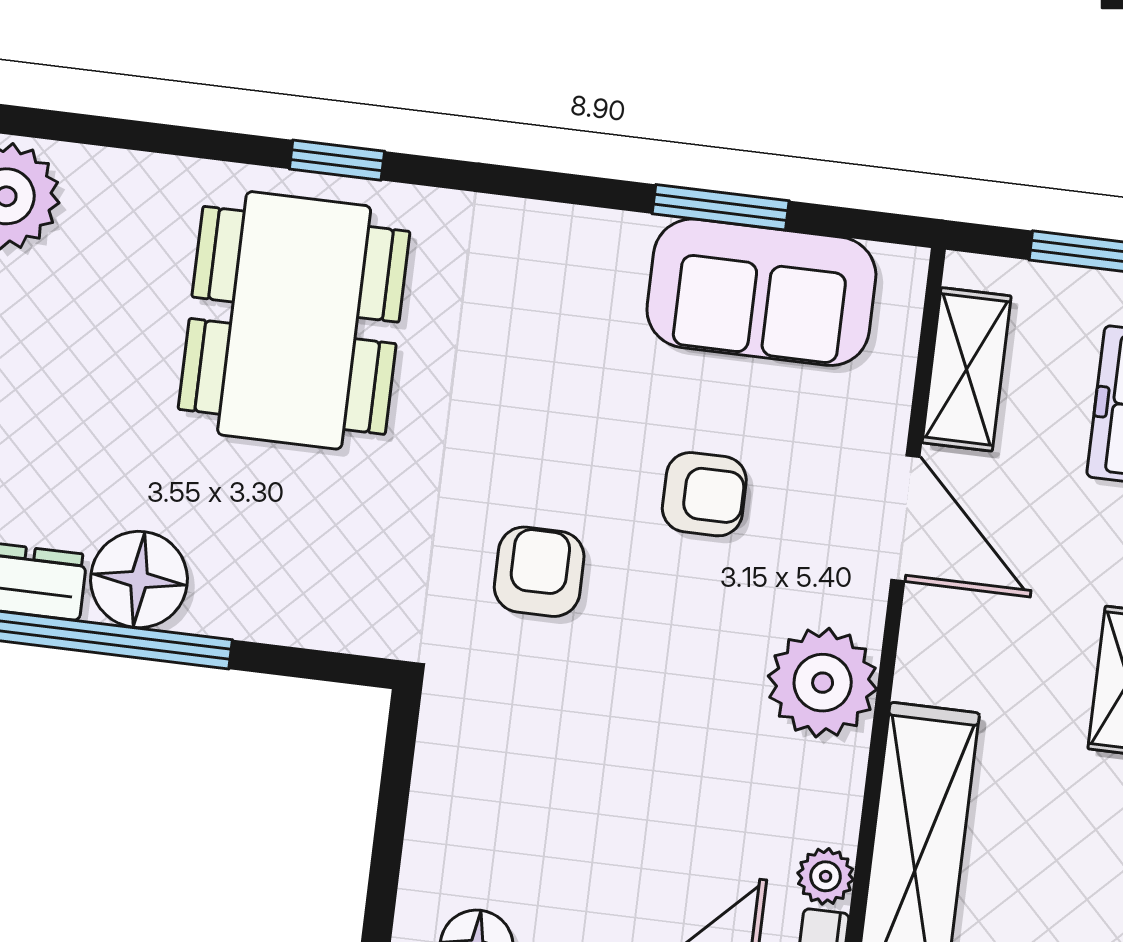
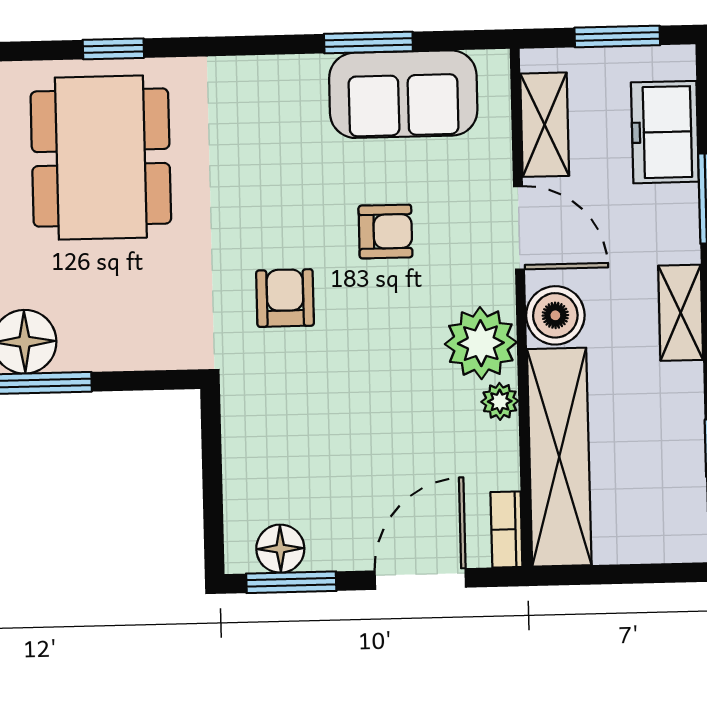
boiler: (940, 657) -> (555, 315), added
plant: (826, 876) -> (500, 401), moved

